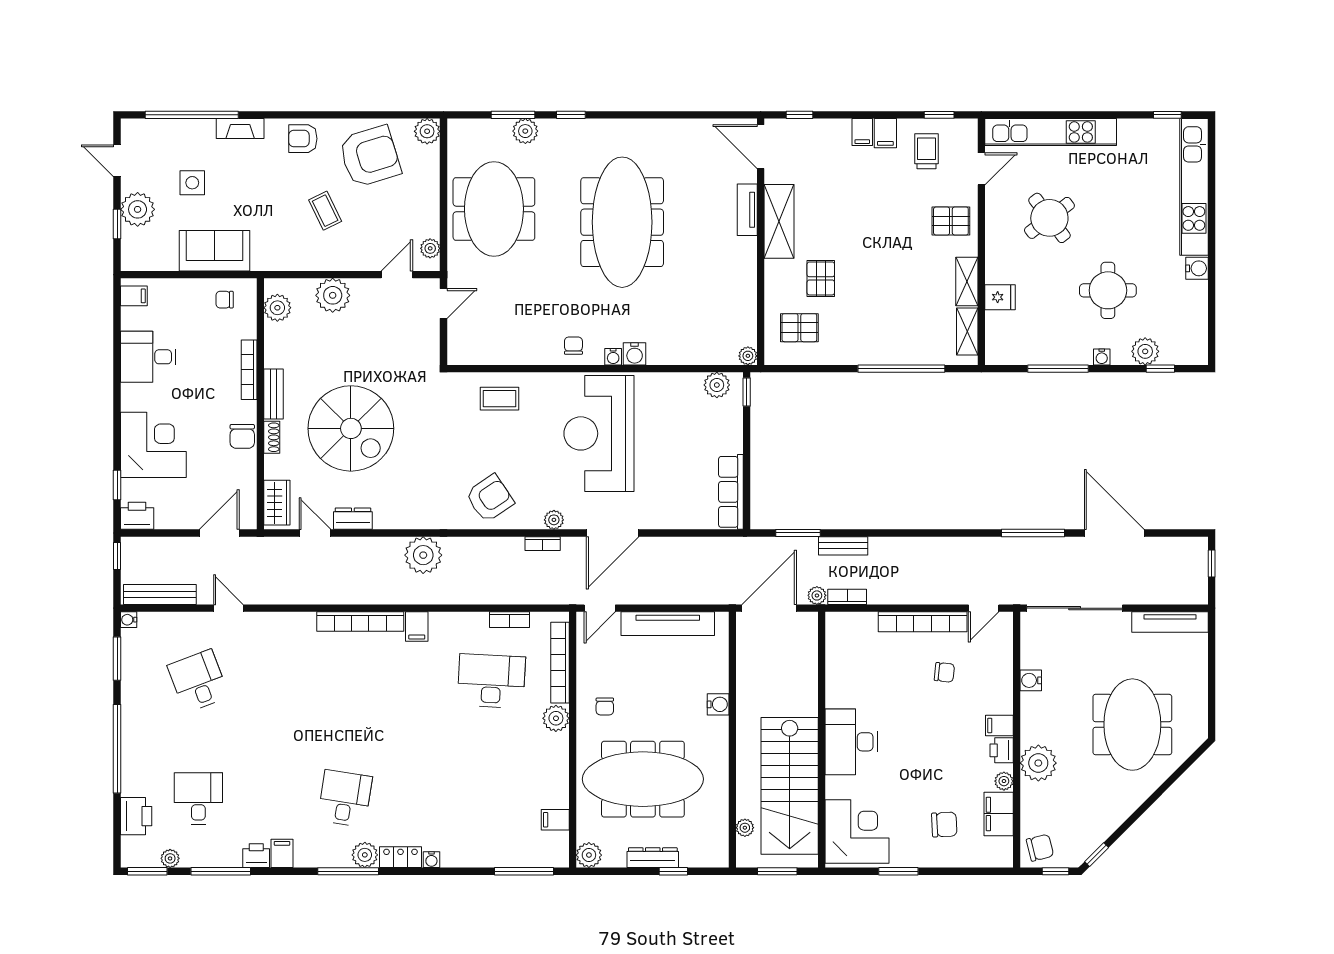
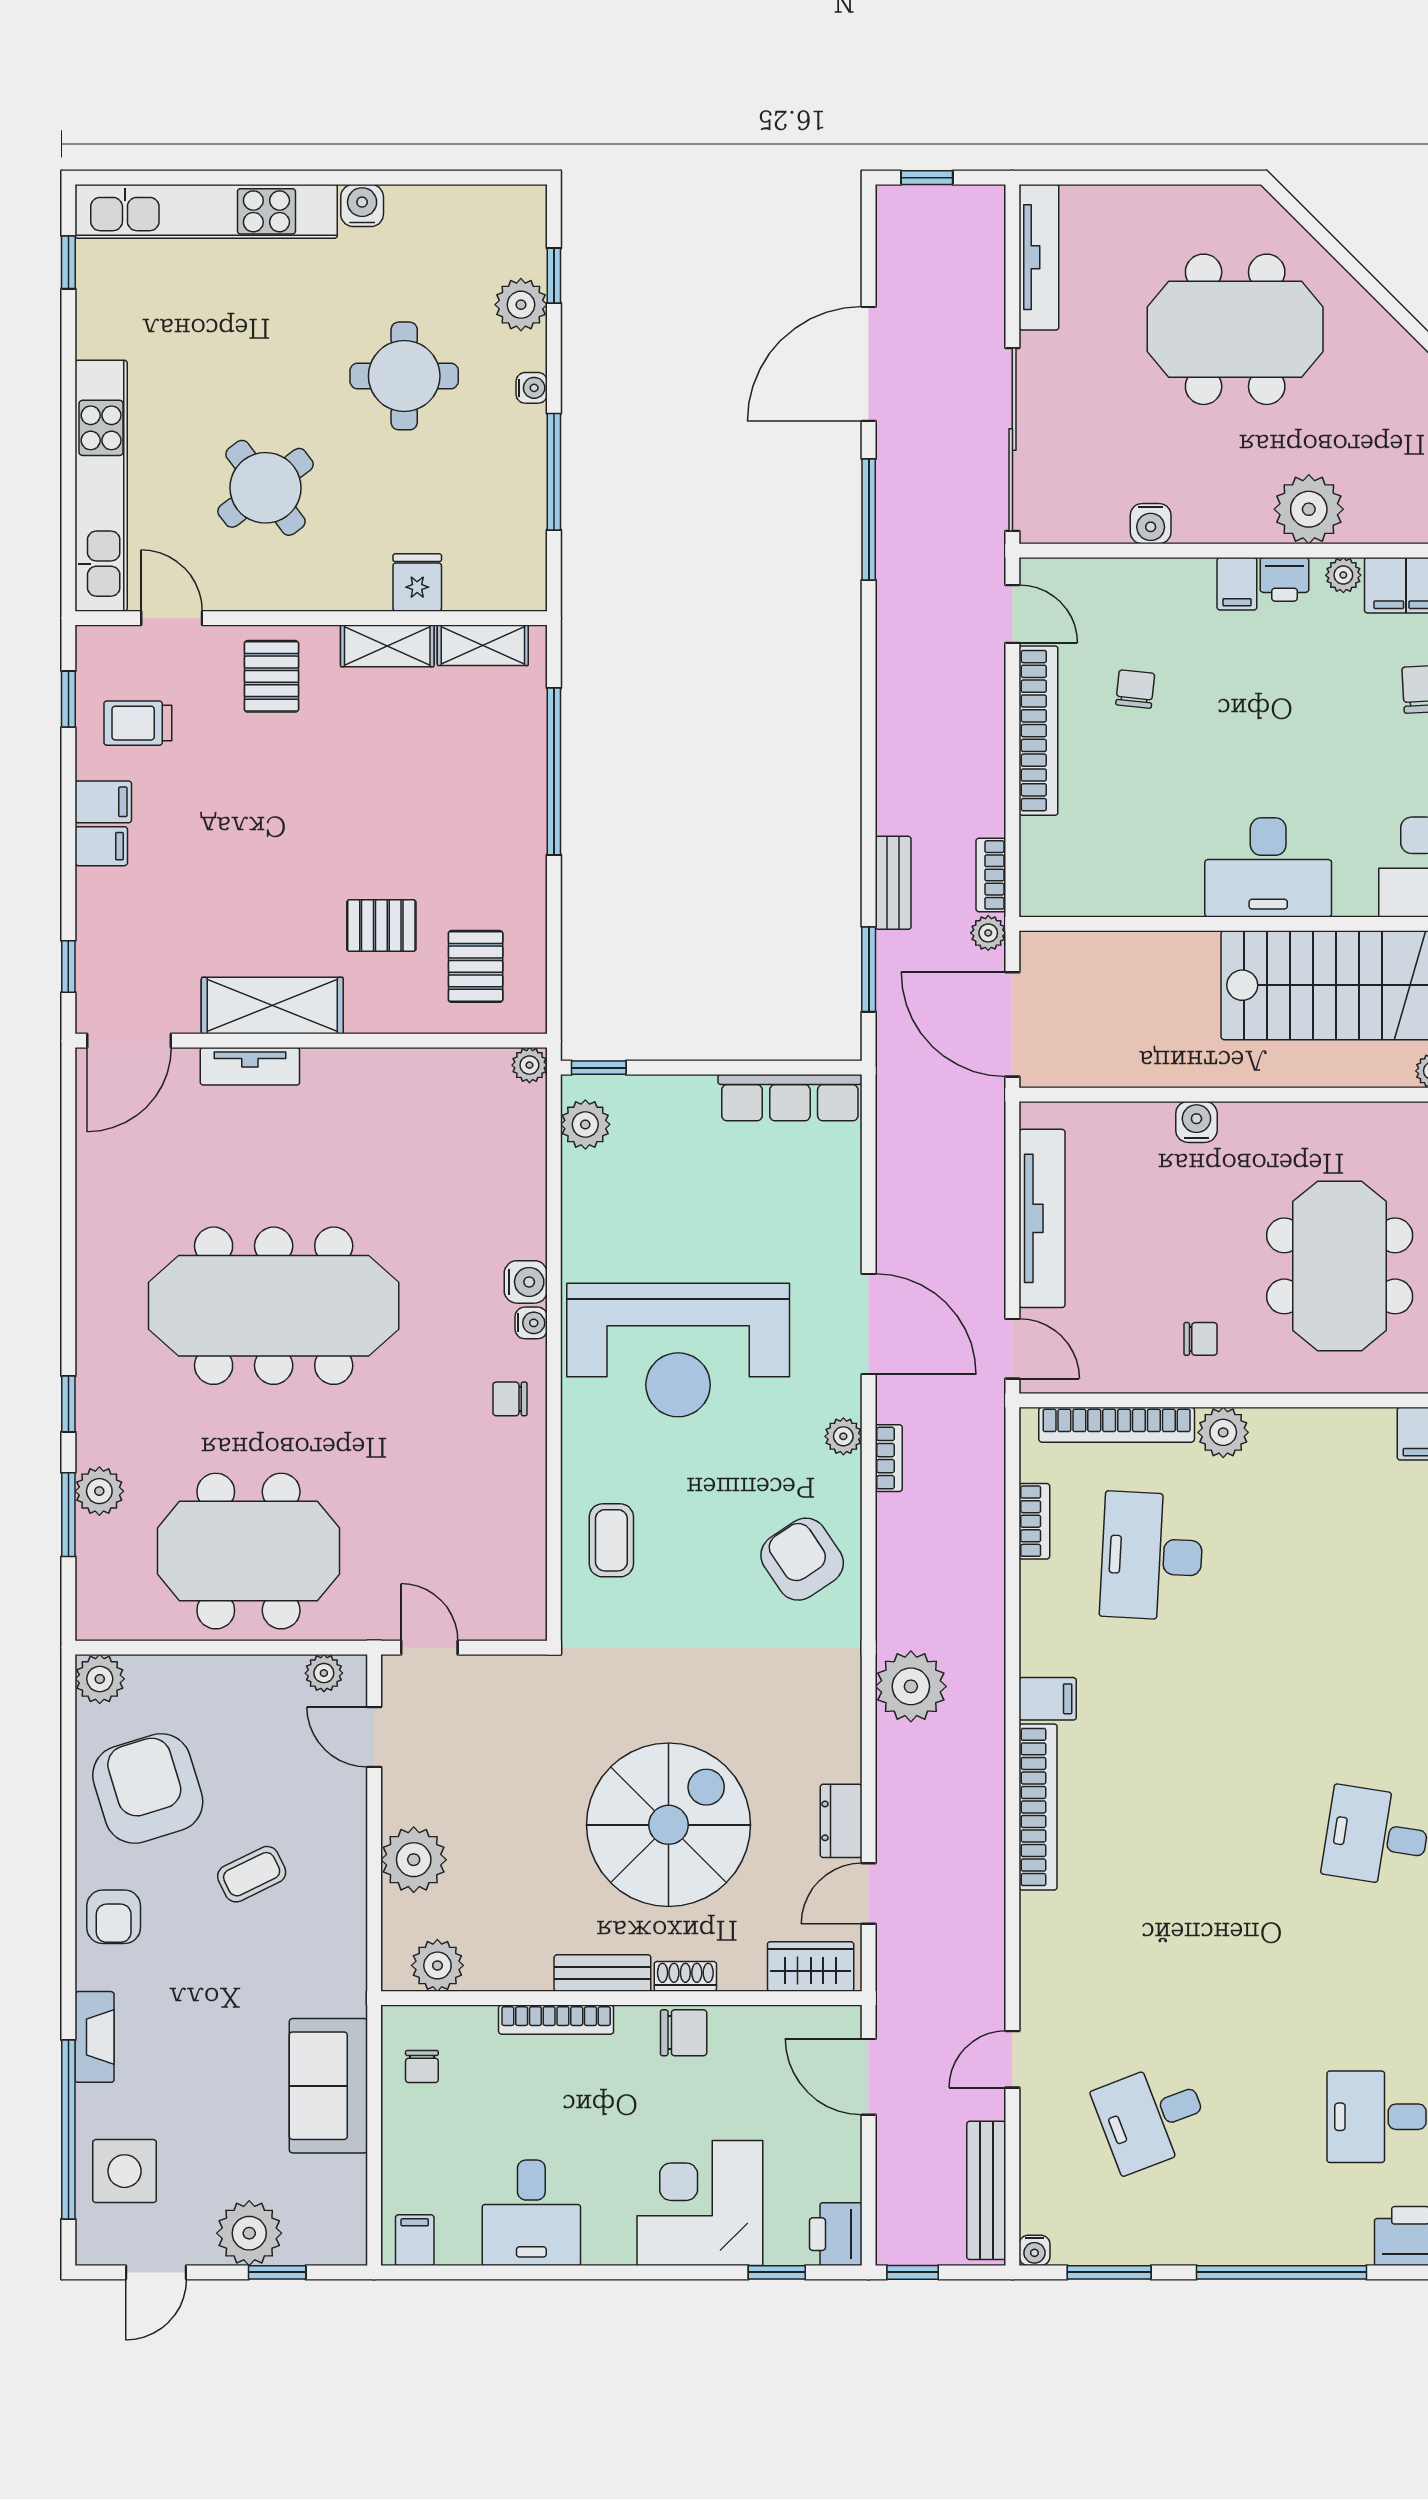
side table: (192, 183) -> (125, 2171), moved, width x1.37, depth x1.37
meeting table: (643, 779) -> (1340, 1266), width x0.73

